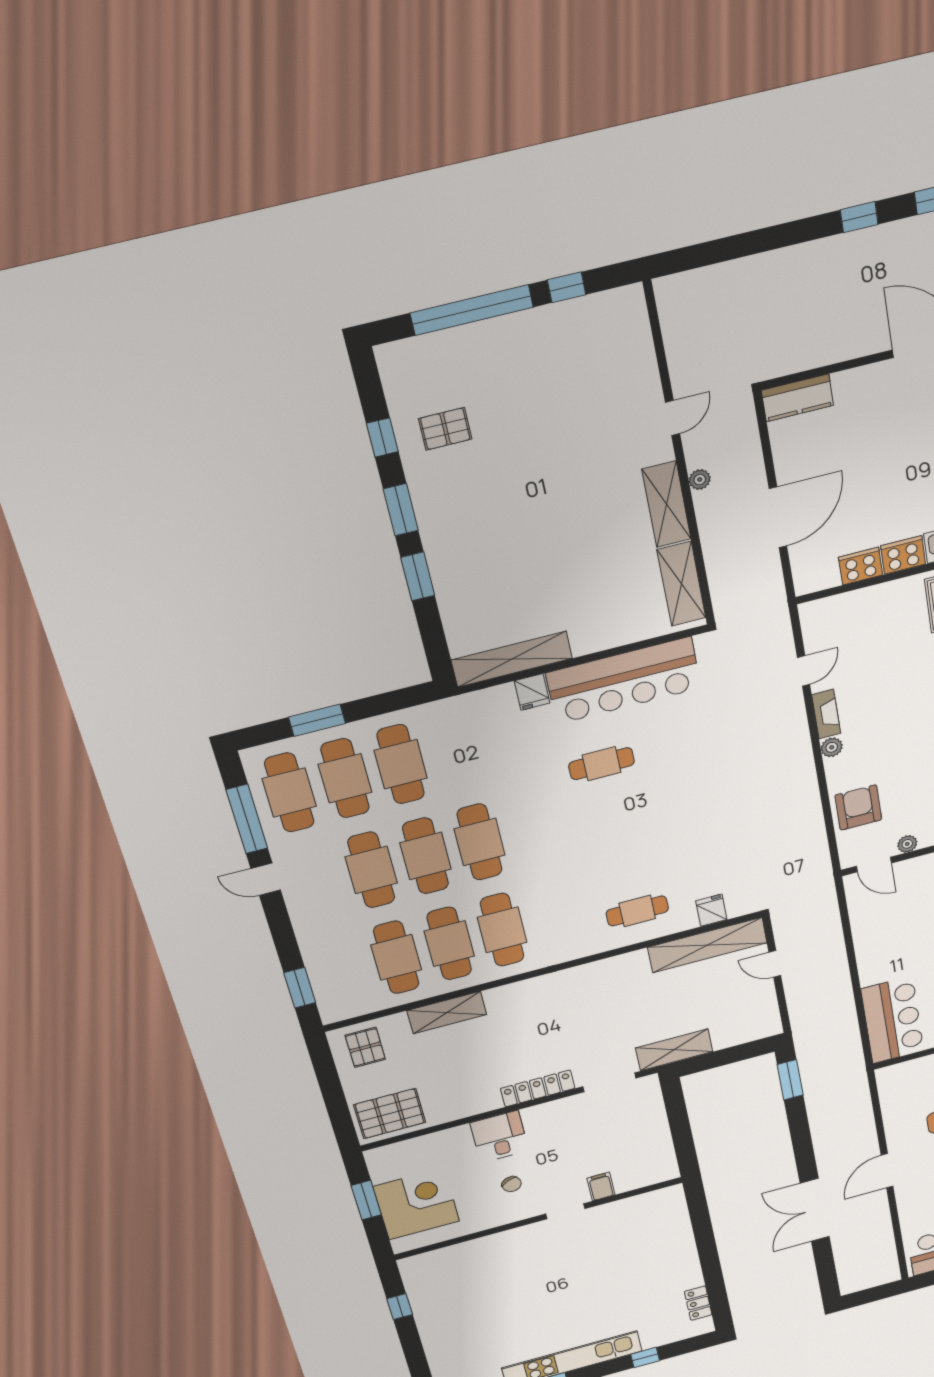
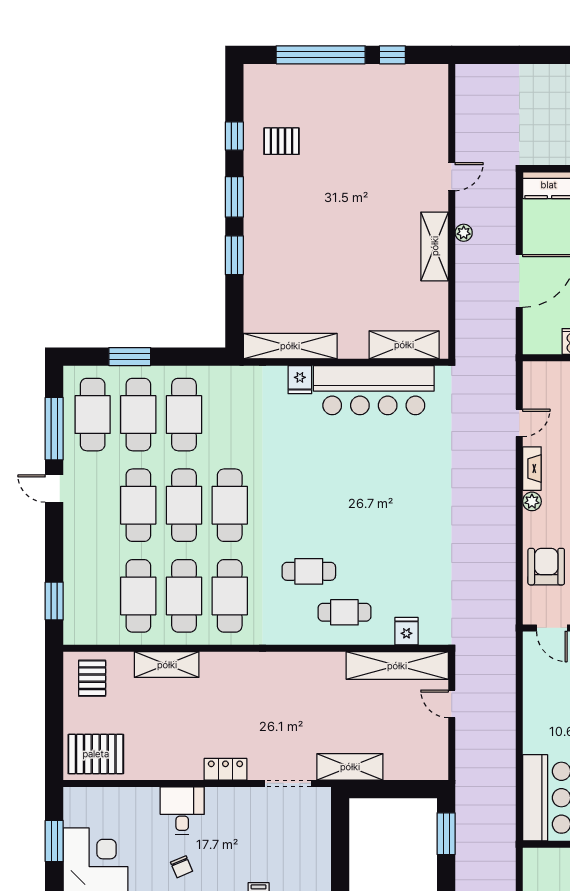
shelving: (681, 584) -> (404, 345), moved, turned 90
cafe table: (602, 764) -> (309, 571), moved
locker: (538, 1088) -> (225, 769), width x0.66

